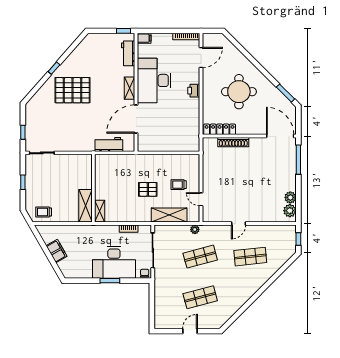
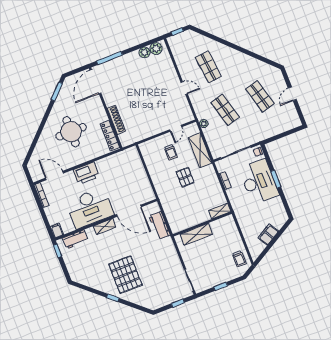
printer: (194, 91) -> (86, 173), width x1.87, depth x1.48
shelving: (85, 206) -> (196, 234), moved
door: (190, 331) -> (292, 94), hinge flipped

